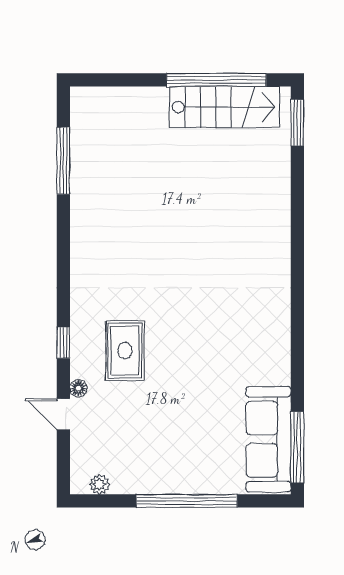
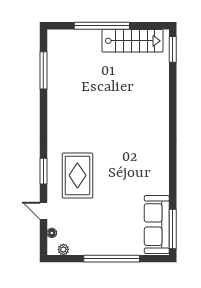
window: (216, 80) -> (102, 26), moved
window: (63, 343) -> (43, 171), width x1.50
rug: (125, 351) -> (77, 175), width x1.36, depth x1.43
floor lamp: (78, 388) -> (52, 233), moved

